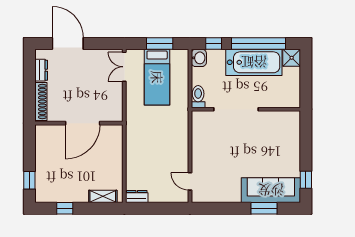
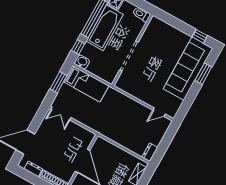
bed: (157, 77) -> (86, 84), moved
toilet: (198, 97) -> (141, 14), moved
sofa: (271, 190) -> (188, 68), width x1.36, depth x1.27

